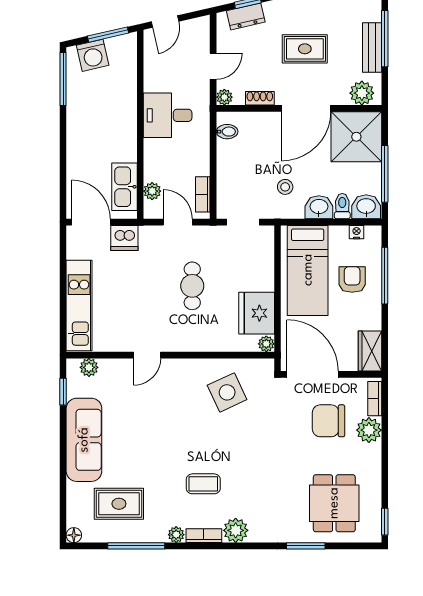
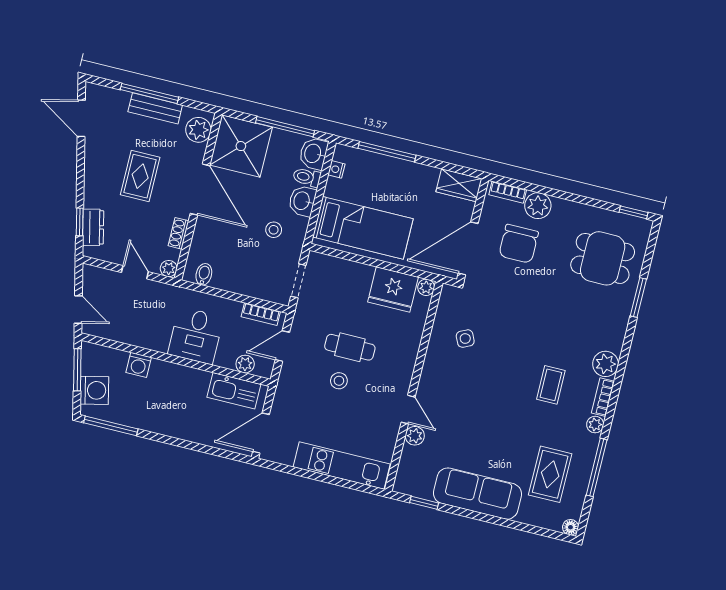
washing machine: (127, 91) -> (139, 365), added
desk: (168, 115) -> (196, 336), moved
dishwasher: (124, 238) -> (285, 403), removed
armchair: (352, 279) -> (383, 185), removed
stool: (158, 283) -> (339, 381), added
plant: (89, 367) -> (415, 436), moved
side table: (227, 392) -> (465, 339), width x0.54, depth x0.54

